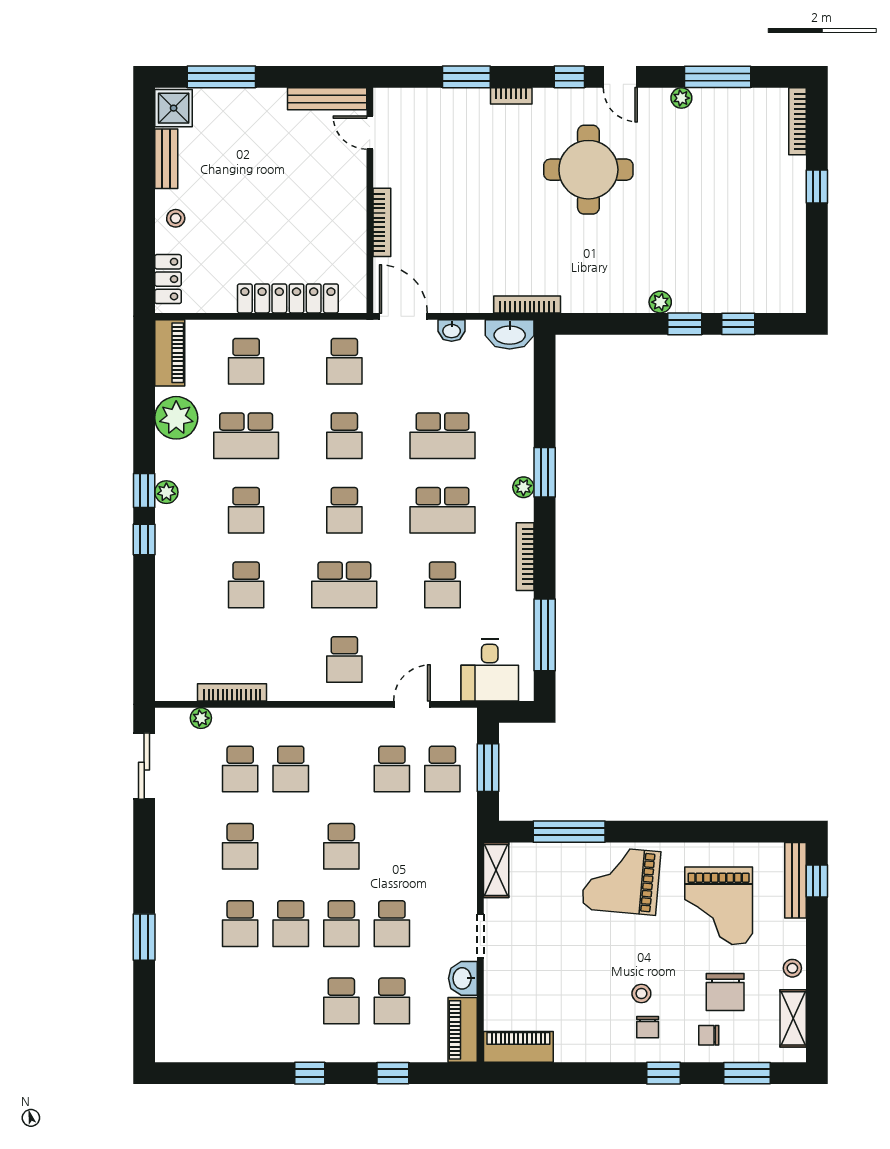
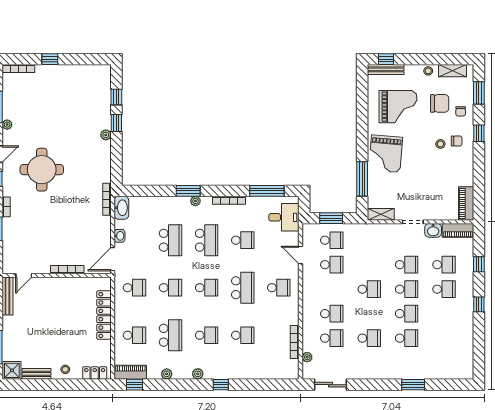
plant: (176, 418) -> (167, 374), width x0.53, depth x0.53
window: (144, 490) -> (135, 385), moved

